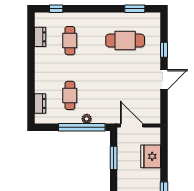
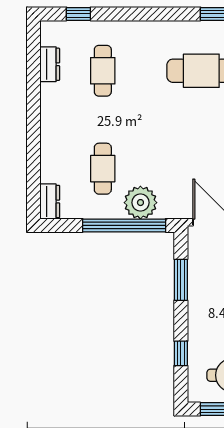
dresser: (40, 103) -> (50, 201), moved
plant: (87, 119) -> (140, 203), width x1.88, depth x1.88

